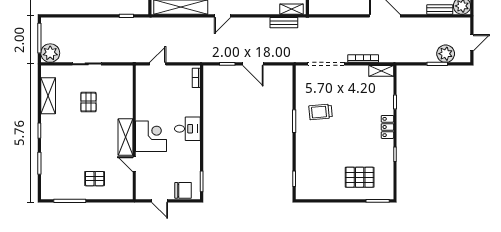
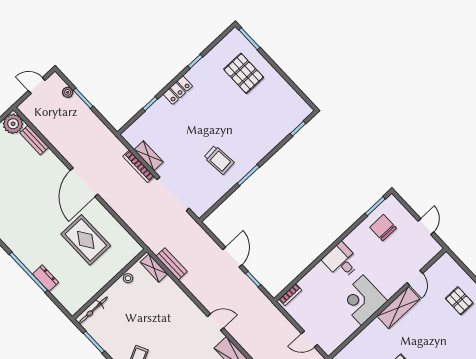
plant: (446, 54) -> (68, 92), width x0.53, depth x0.53
shelving: (381, 71) -> (149, 156), moved
corner desk: (151, 136) -> (362, 300), moved
chair: (183, 190) -> (383, 228), moved

